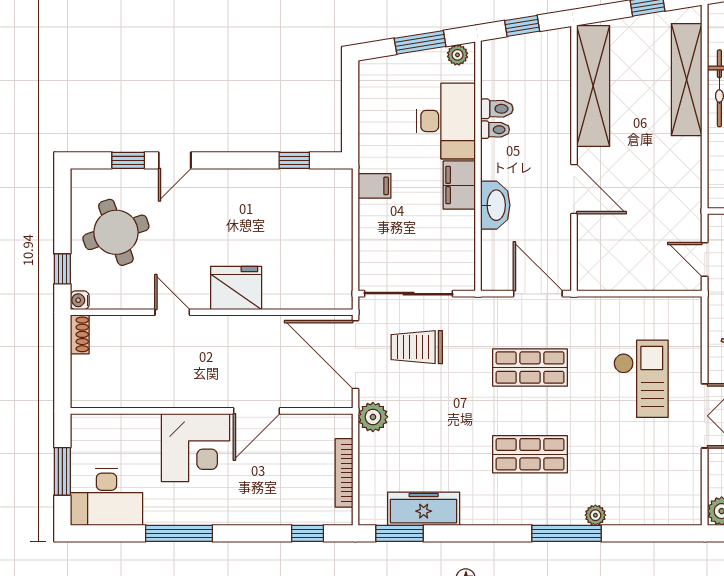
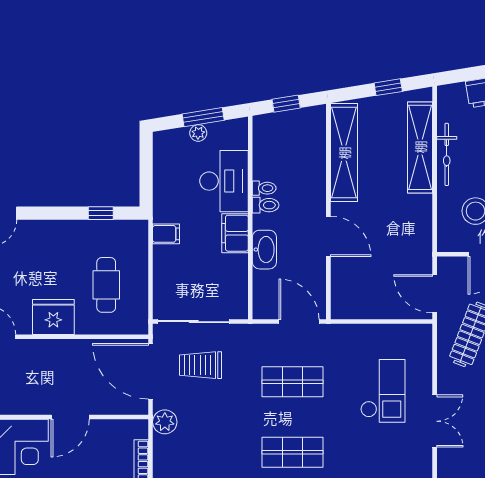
plant: (457, 55) -> (198, 133), moved
toilet: (497, 109) -> (266, 205), moved
cafe table: (301, 249) -> (106, 285), added
door: (705, 259) -> (435, 294), width x1.38

